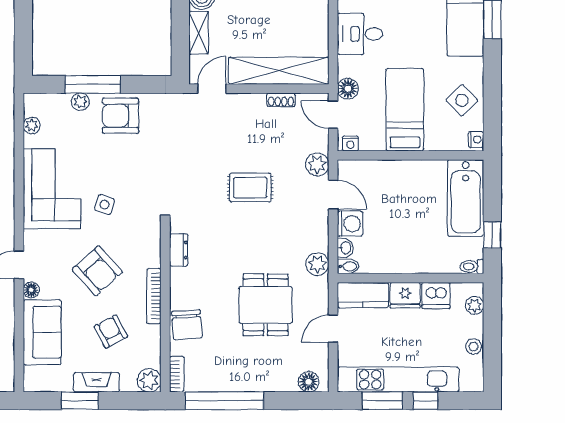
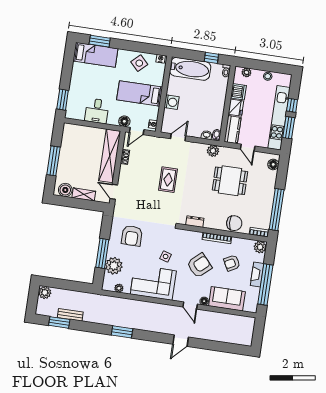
plant: (80, 102) -> (114, 266), width x1.87, depth x1.87
armchair: (120, 116) -> (132, 236), moved
plant: (317, 164) -> (161, 143), removed
washing machine: (350, 224) -> (172, 102), moved, turned 90
window: (80, 401) -> (265, 284), width x2.11

